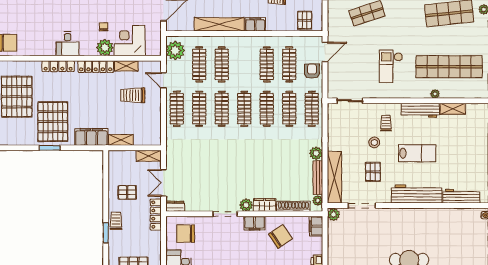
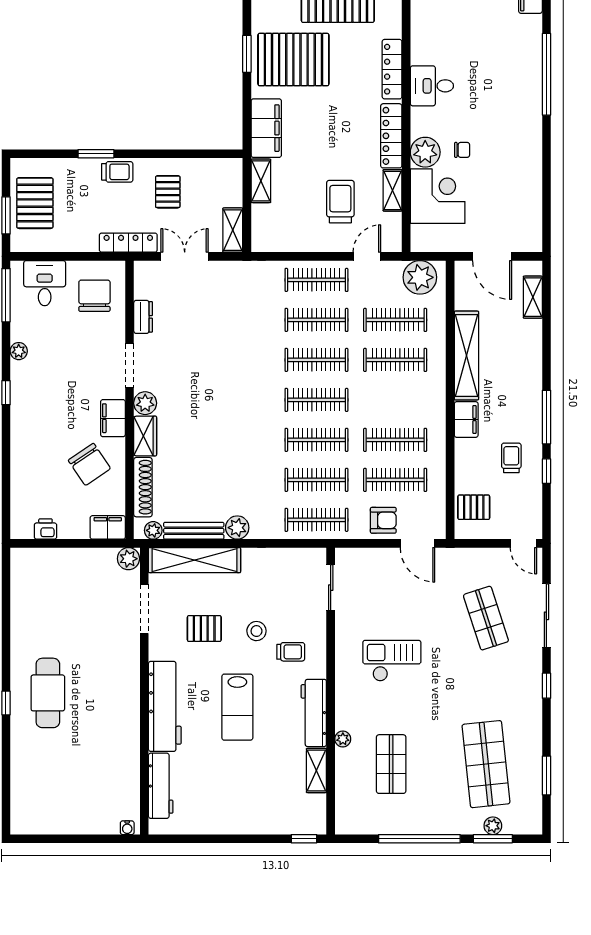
shop shelf: (449, 67) -> (391, 764), width x0.50, depth x0.74
dresser: (175, 206) -> (143, 317), moved

